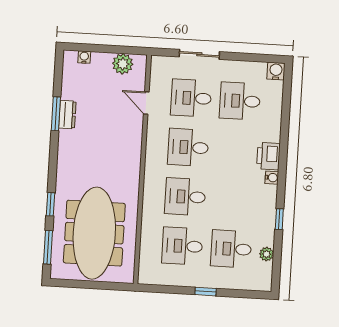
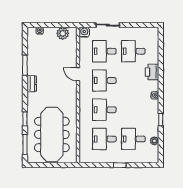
water cooler: (276, 71) -> (84, 32), moved
door: (146, 103) -> (78, 74), moved
dresser: (67, 115) -> (32, 84), moved
printer: (268, 156) -> (152, 72), moved

